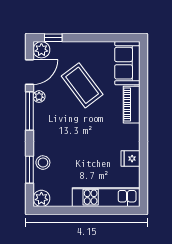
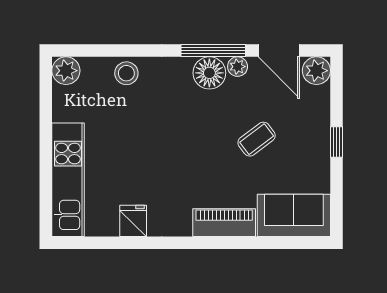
window: (53, 38) -> (337, 142), moved
coffee table: (82, 85) -> (257, 139), width x0.54, depth x0.58
floor lamp: (43, 113) -> (209, 73), added
window: (29, 170) -> (114, 51), removed

